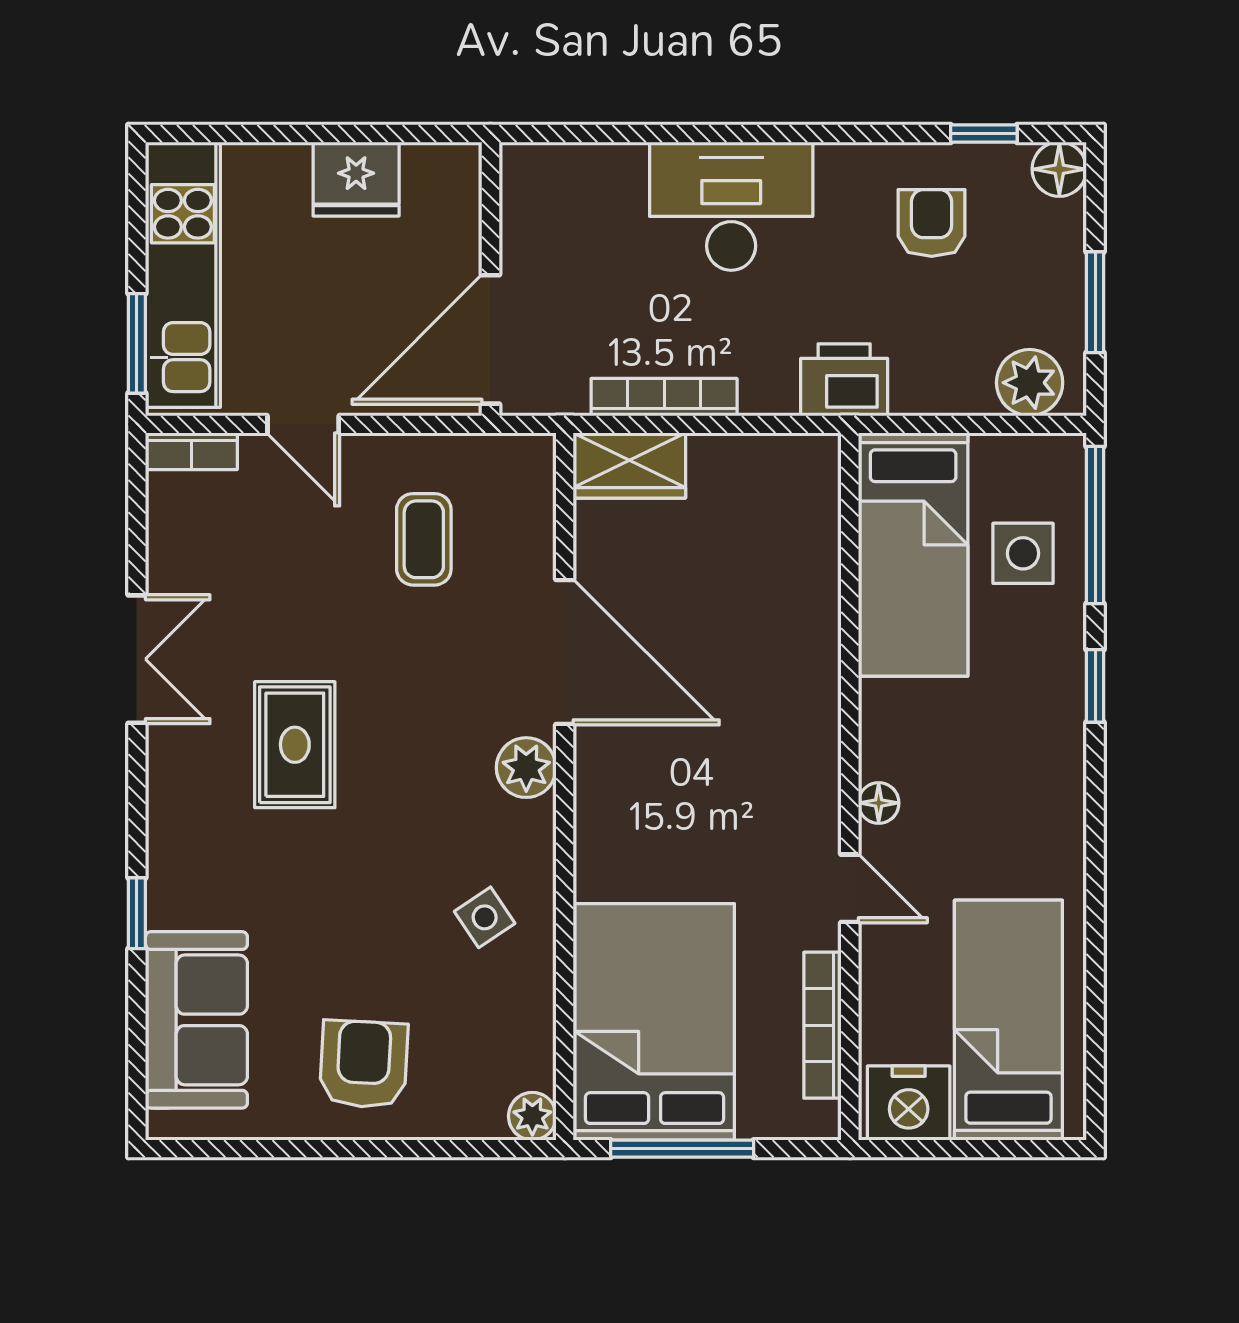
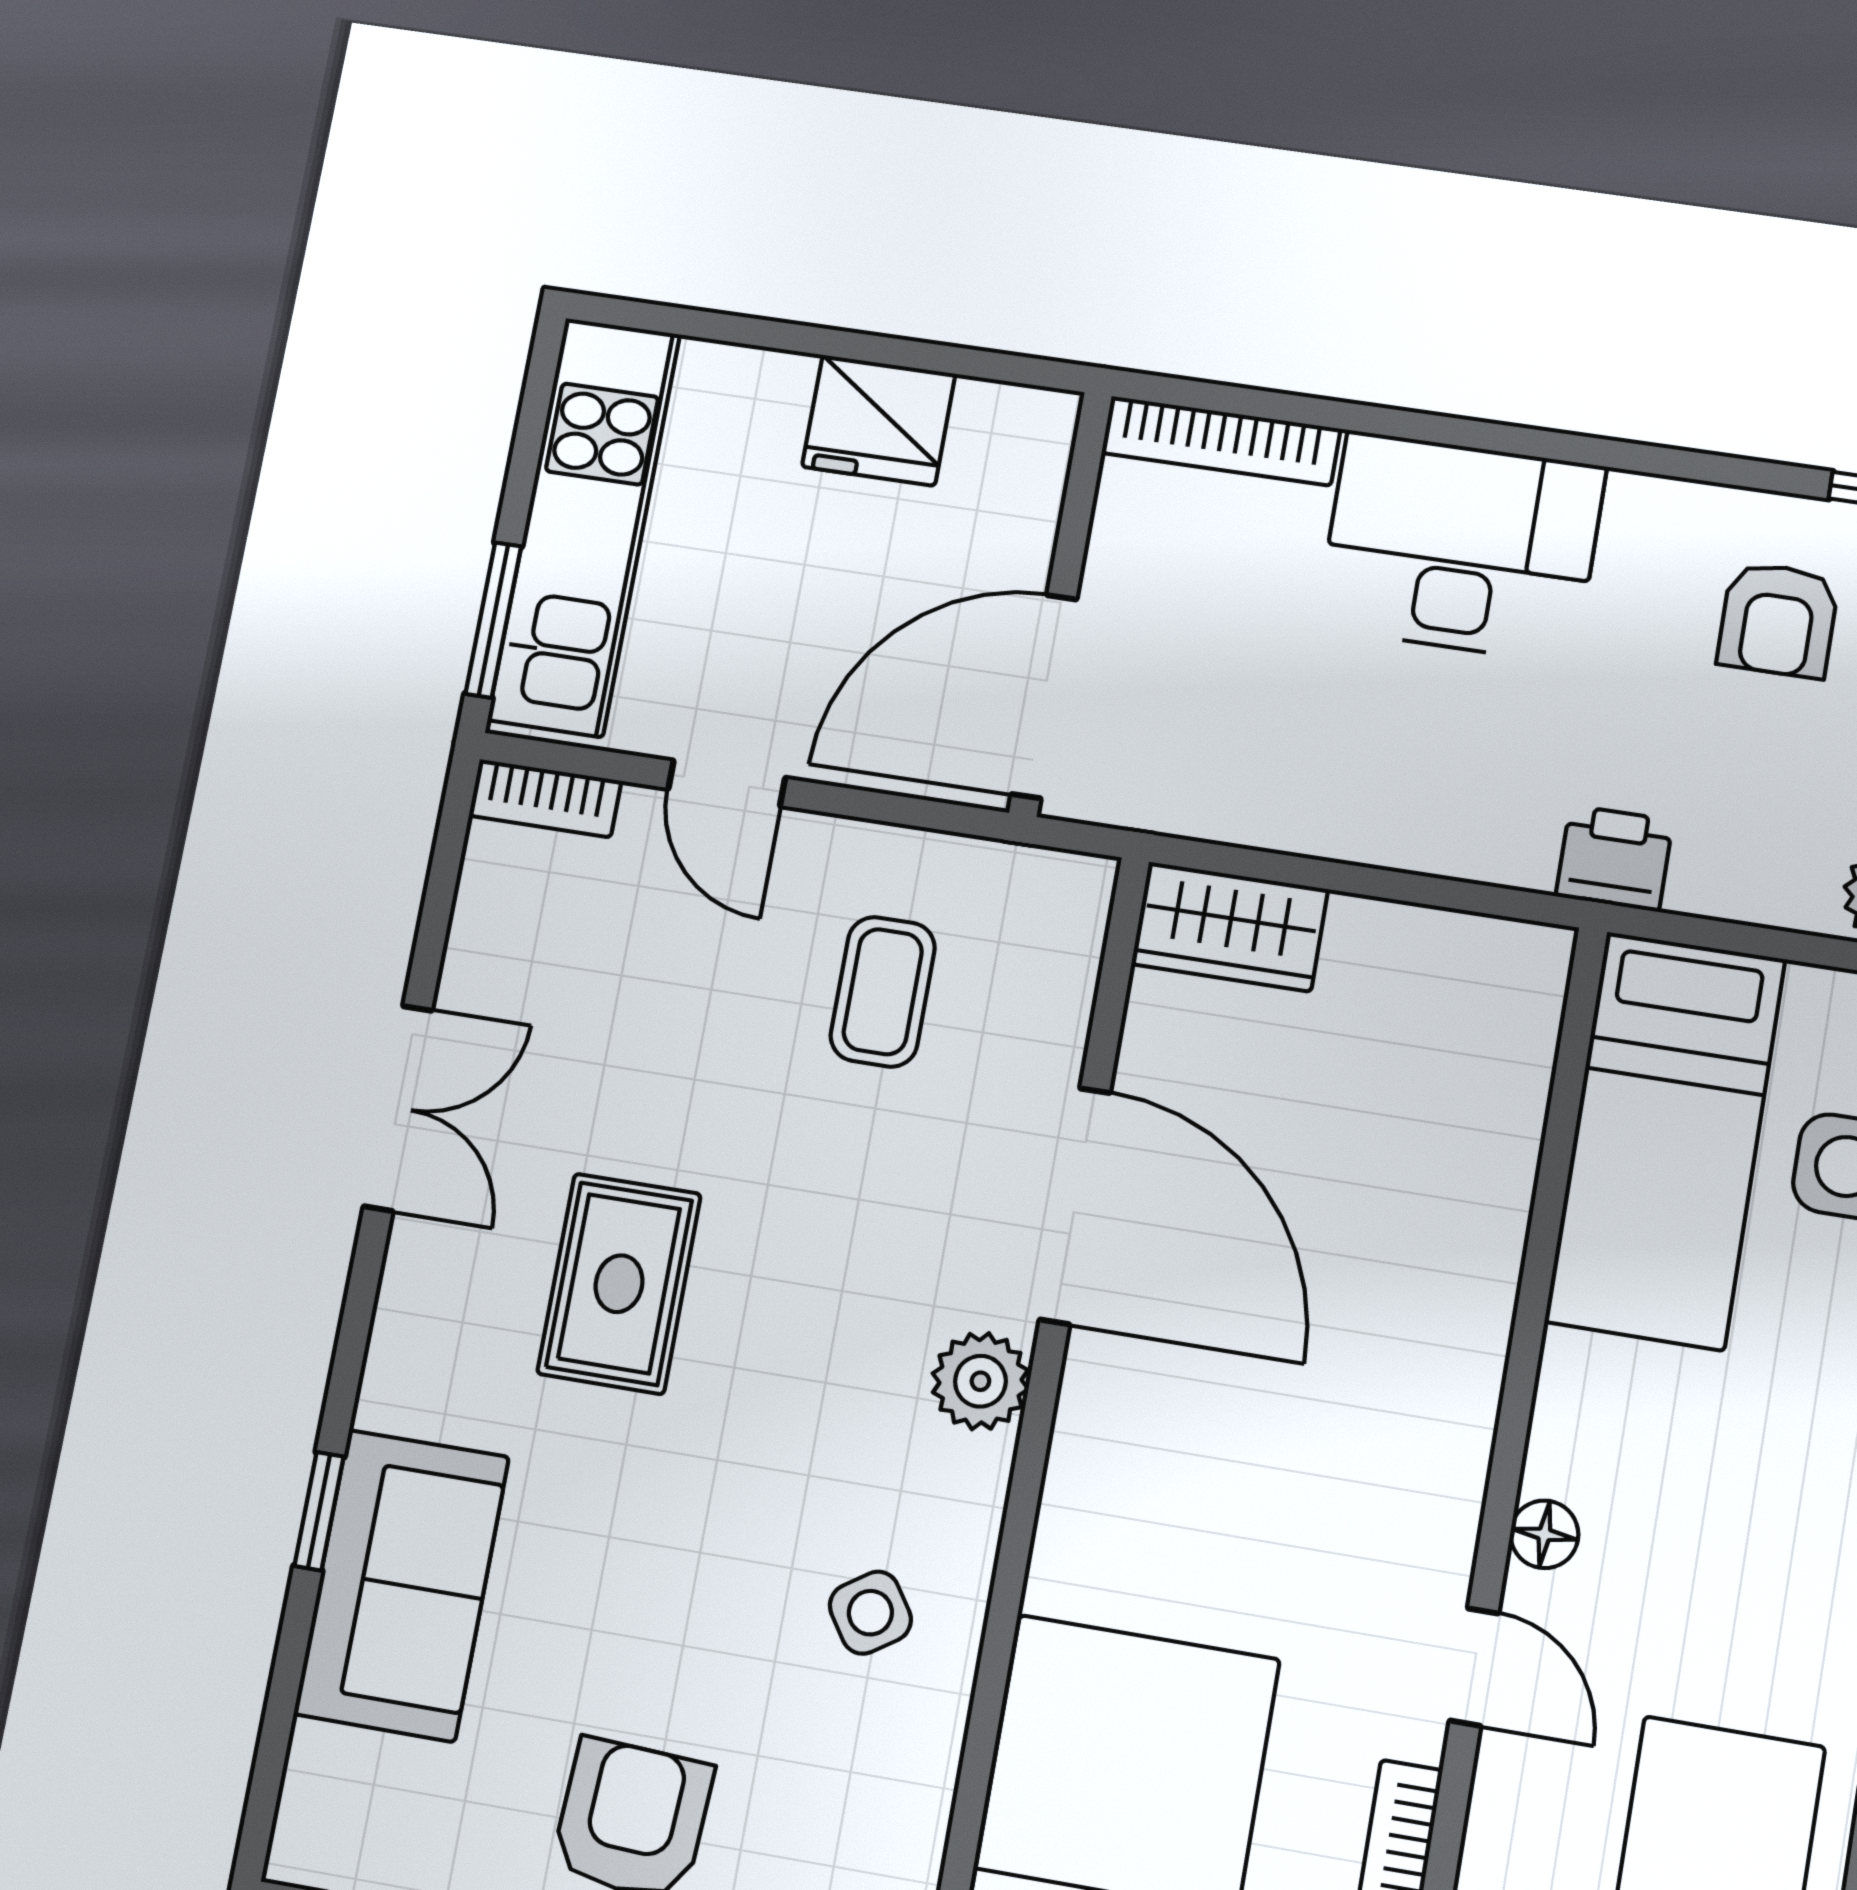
armchair: (932, 223) -> (1778, 620), turned 180
printer: (844, 380) -> (1614, 858), width x0.73, depth x0.81
bookcase: (664, 397) -> (1221, 441), moved, turned 180
sofa: (196, 1020) -> (401, 1585), moved

